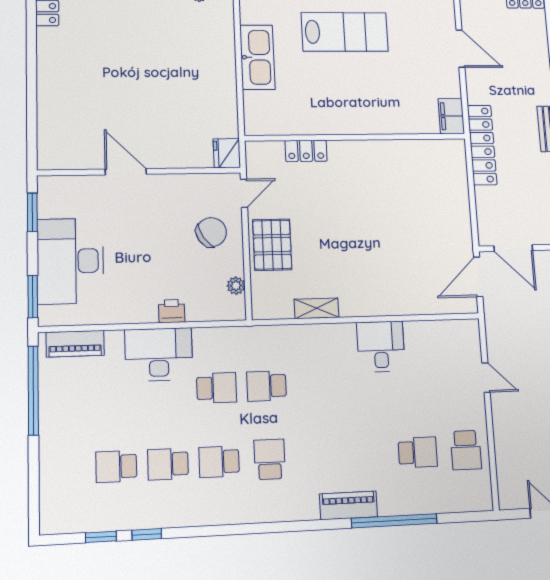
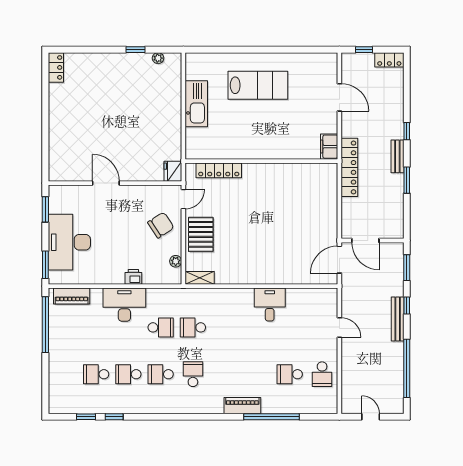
locker: (306, 151) -> (219, 170), width x1.53
shelving: (316, 308) -> (200, 278), moved
school desk: (418, 452) -> (290, 374), turned 180

